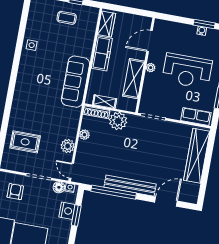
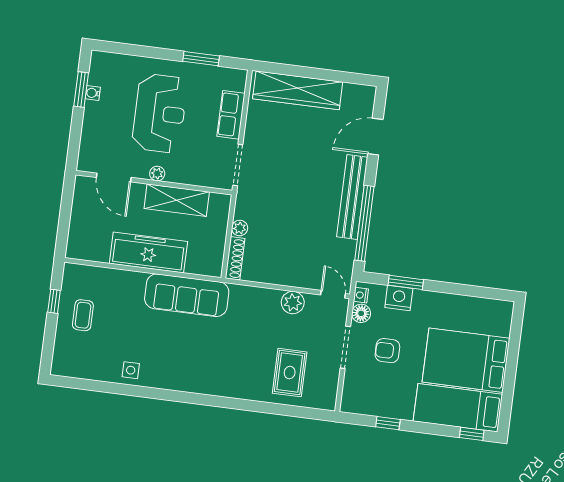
wardrobe: (106, 24) -> (90, 249), removed
freezer: (102, 53) -> (148, 252), width x1.36, depth x1.26
shelving: (105, 102) -> (217, 246), removed
row of seats: (196, 117) -> (231, 115), moved
plant: (118, 121) -> (240, 228), width x0.53, depth x0.53
plant: (84, 135) -> (273, 276), removed
door: (71, 171) -> (333, 294), swing flipped
armchair: (15, 192) -> (387, 351), moved
door: (166, 202) -> (375, 137), hinge flipped

